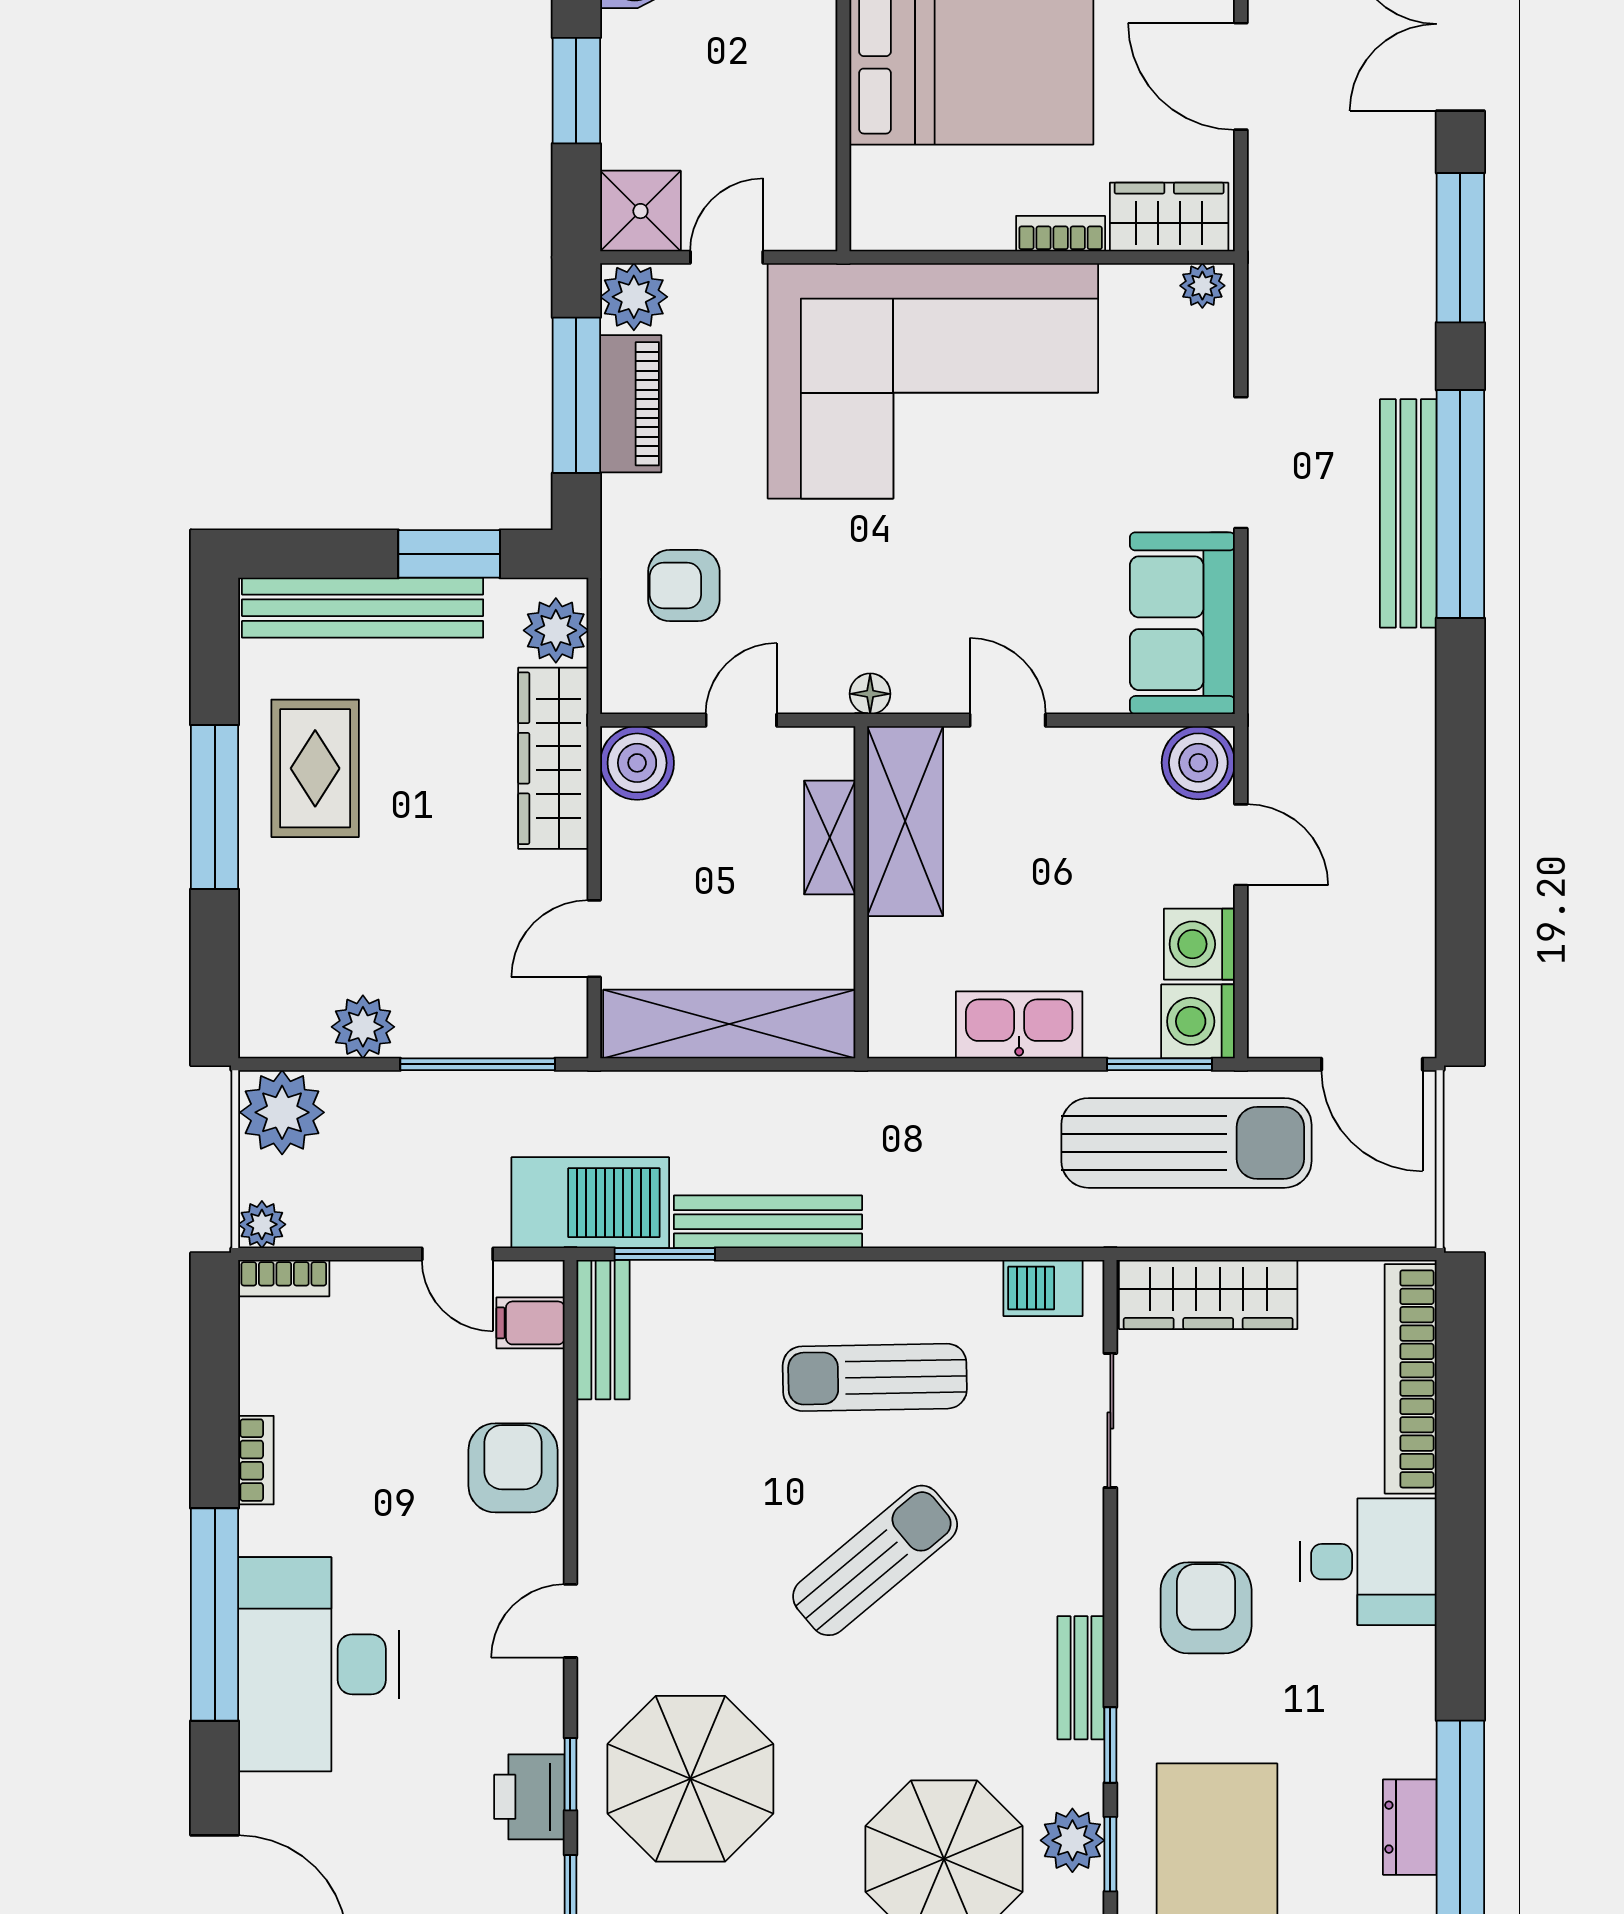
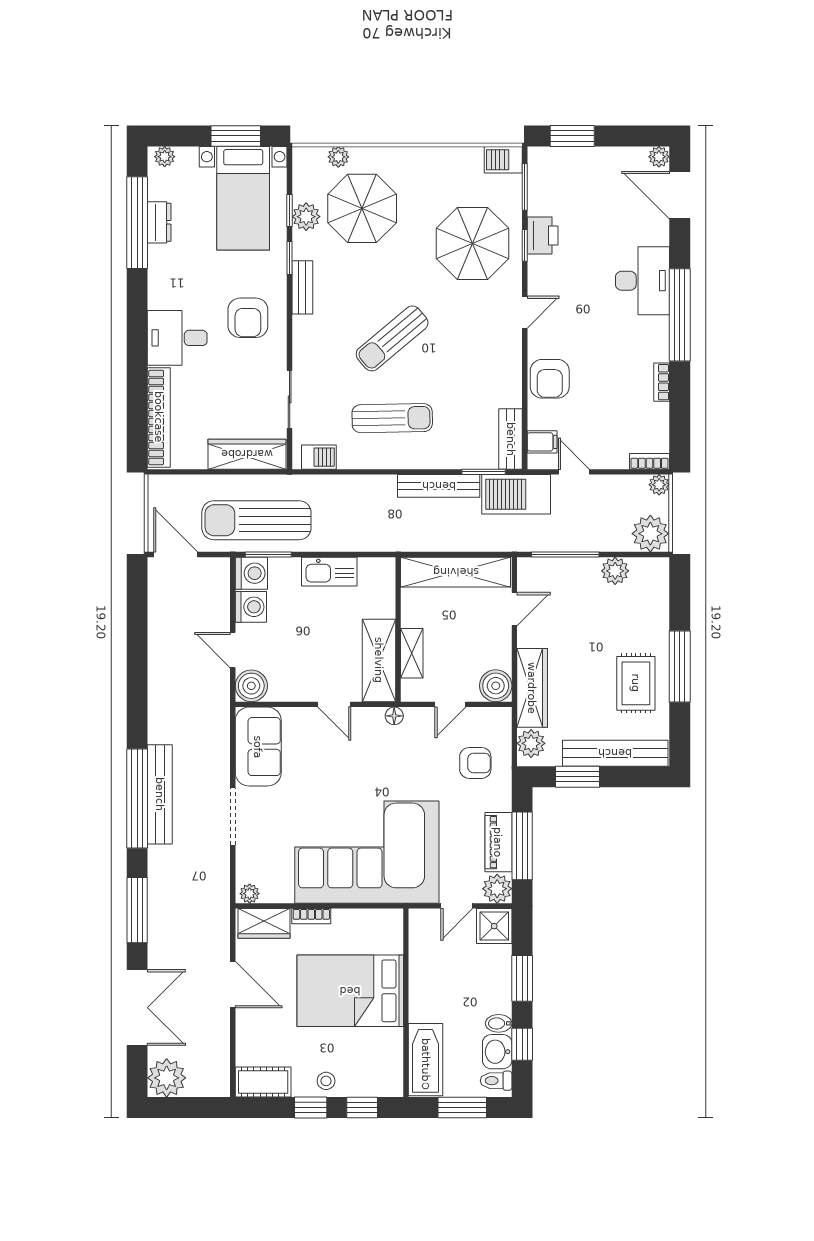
desk: (318, 1664) -> (643, 281), width x0.73, depth x0.77

